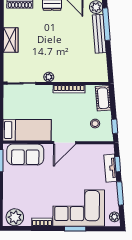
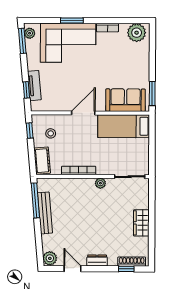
window: (106, 24) -> (35, 200), moved
bench: (99, 34) -> (45, 213), moved
window: (120, 193) -> (22, 41), moved

